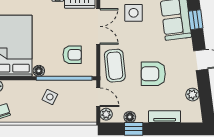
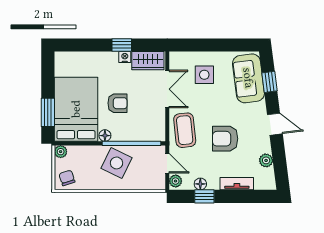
armchair: (72, 55) -> (117, 103), moved
side table: (50, 97) -> (116, 163), width x1.87, depth x1.87

